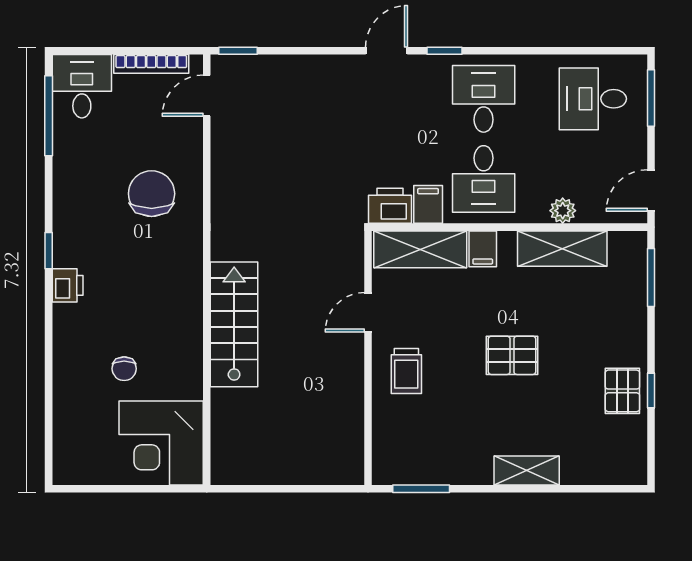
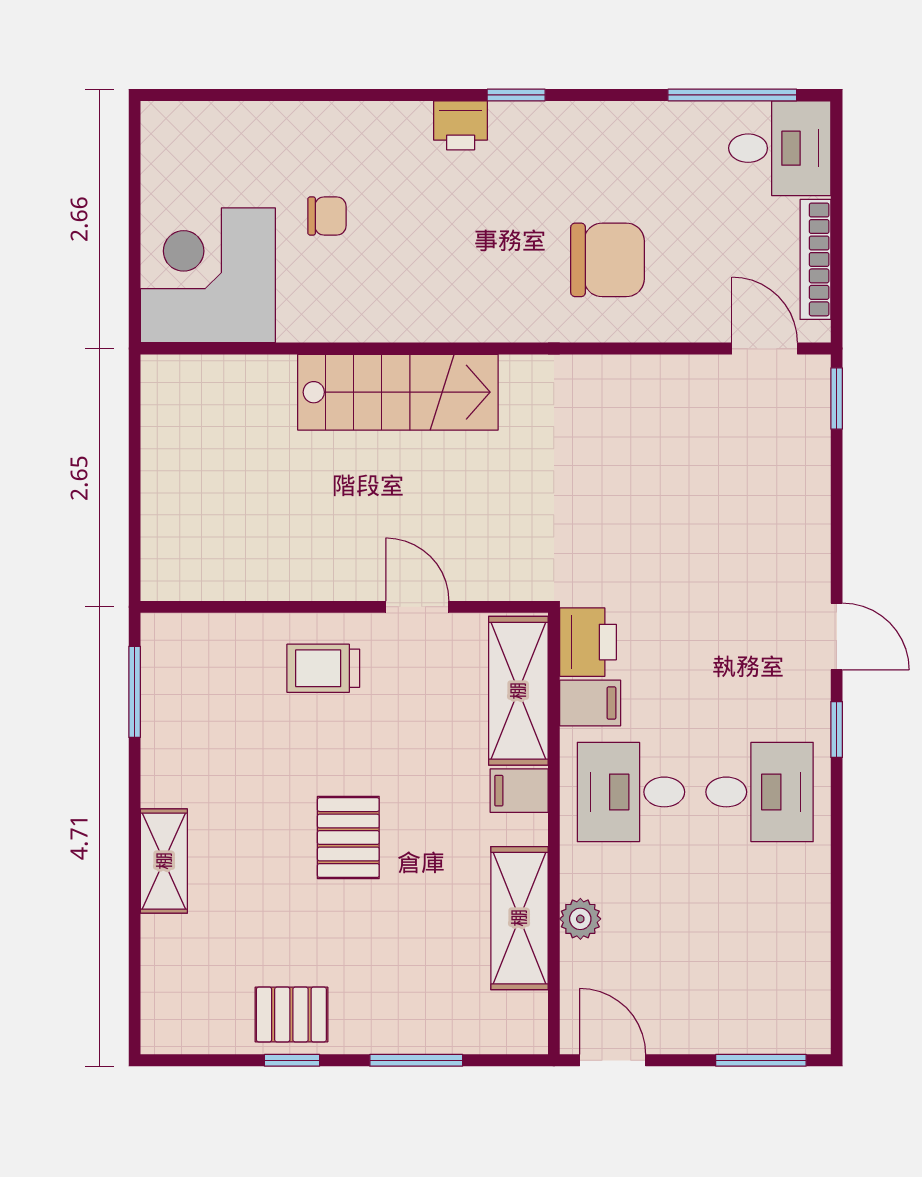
desk: (593, 99) -> (760, 967), removed
window: (651, 278) -> (416, 1060), moved
chair: (124, 369) -> (327, 216), turned 180

